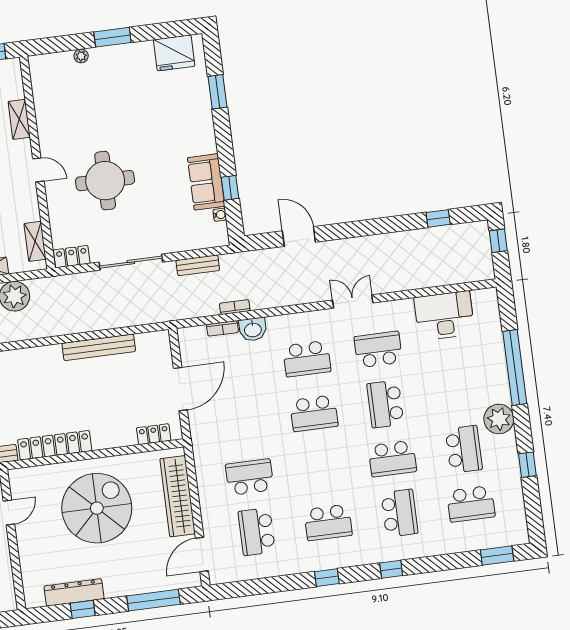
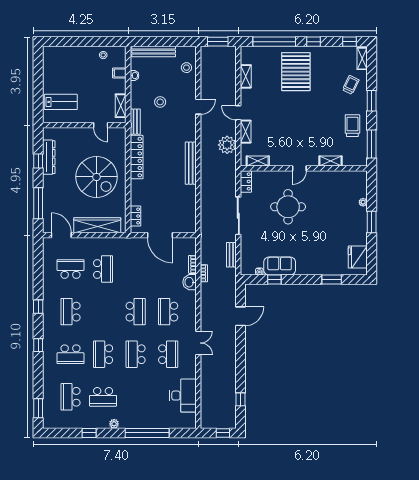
bench: (99, 347) -> (191, 163), moved
school desk: (385, 404) -> (136, 354), turned -90
school desk: (314, 413) -> (136, 312), turned 180
plant: (499, 419) -> (114, 424), width x0.53, depth x0.53

